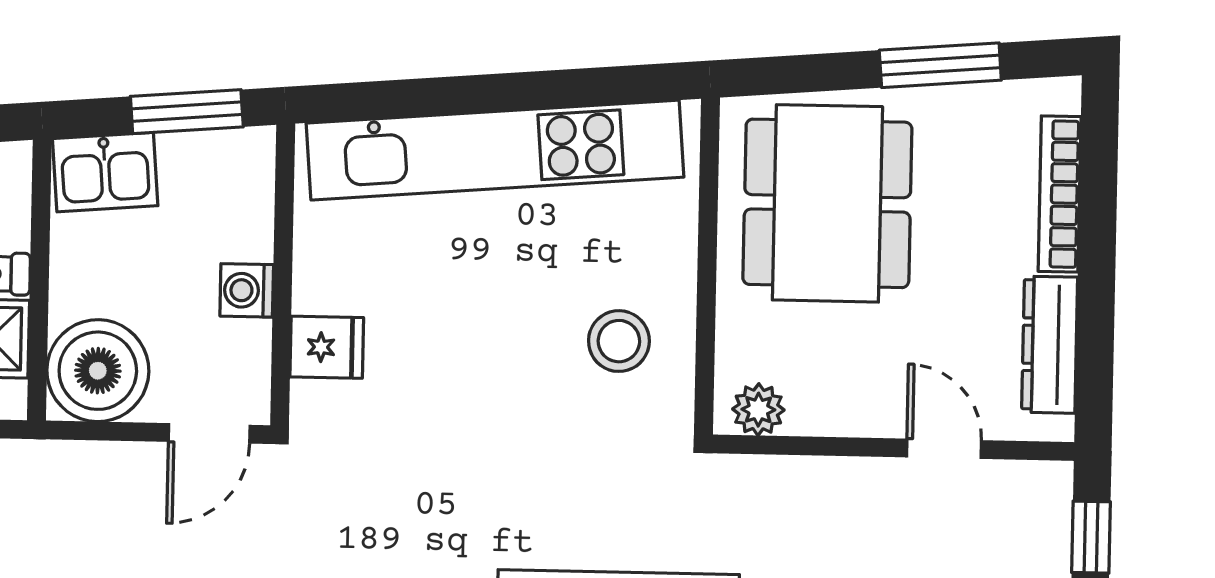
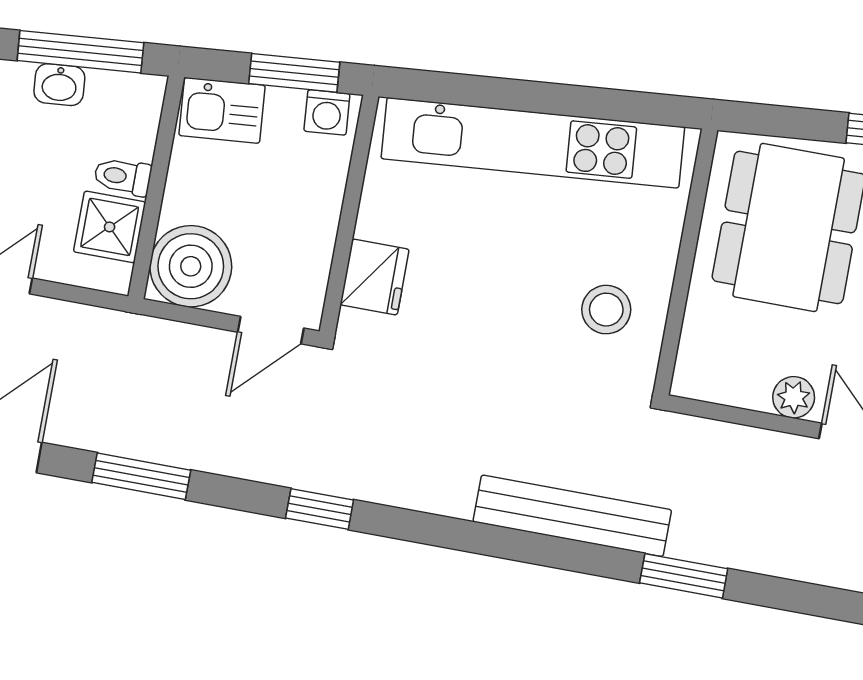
washing machine: (247, 290) -> (327, 112), moved, turned -95
fridge: (327, 347) -> (375, 277), width x1.38
plant: (758, 410) -> (794, 397), moved

